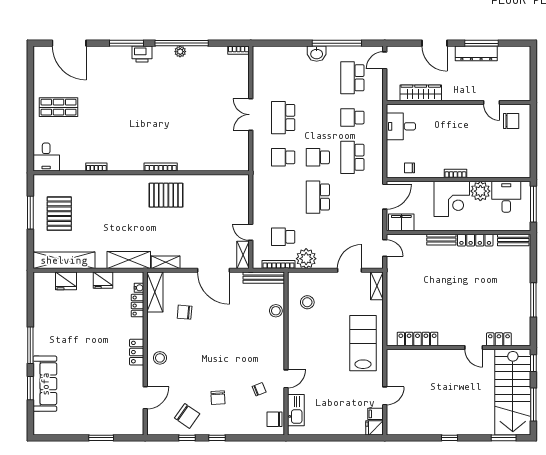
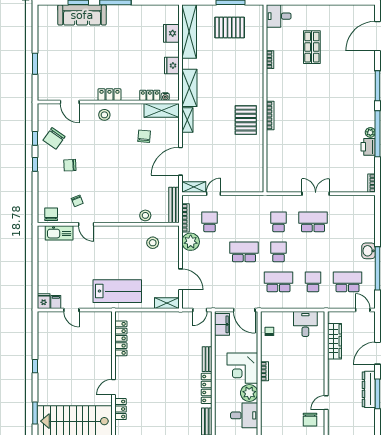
printer: (142, 54) -> (368, 147), moved
shop shelf: (59, 107) -> (312, 47), moved

